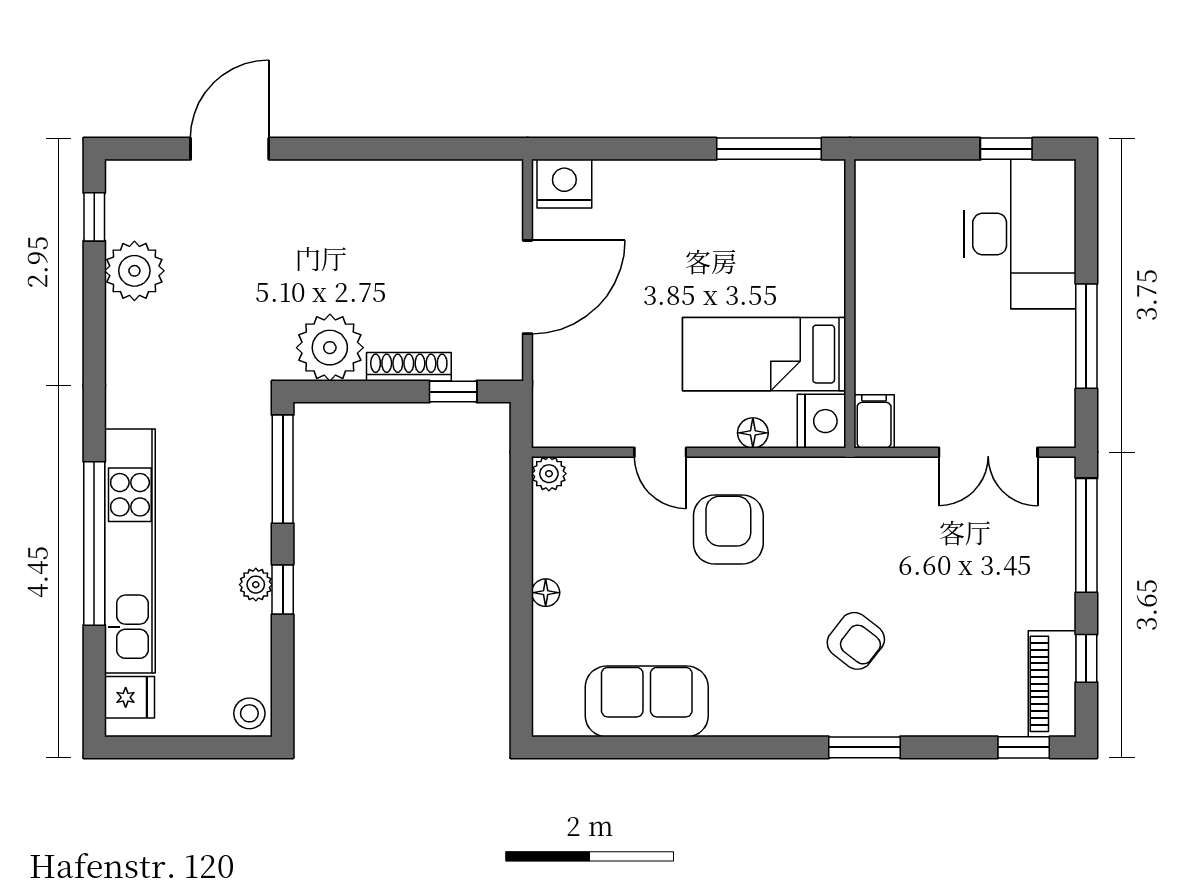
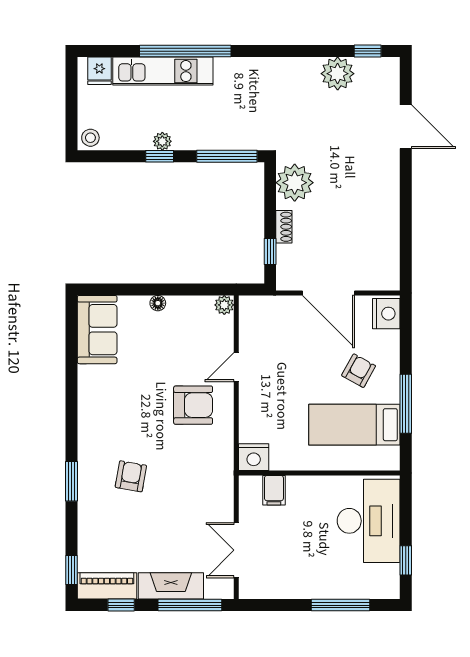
window: (769, 149) -> (406, 404), moved
armchair: (667, 233) -> (359, 371), added
desk: (1020, 234) -> (369, 521), moved, turned -90
window: (1086, 336) -> (341, 605), moved
bed: (764, 354) -> (354, 425), moved, turned -90
shoe rack: (409, 367) -> (284, 227), width x0.70
filing cabinet: (874, 421) -> (274, 490), moved, turned 90
floor lamp: (753, 433) -> (247, 419), removed
kitchen unit: (130, 551) -> (163, 71), width x0.73
fireplace: (1052, 569) -> (171, 586), added
armchair: (856, 641) -> (131, 476), turned 152
sofa: (647, 701) -> (97, 330), moved

